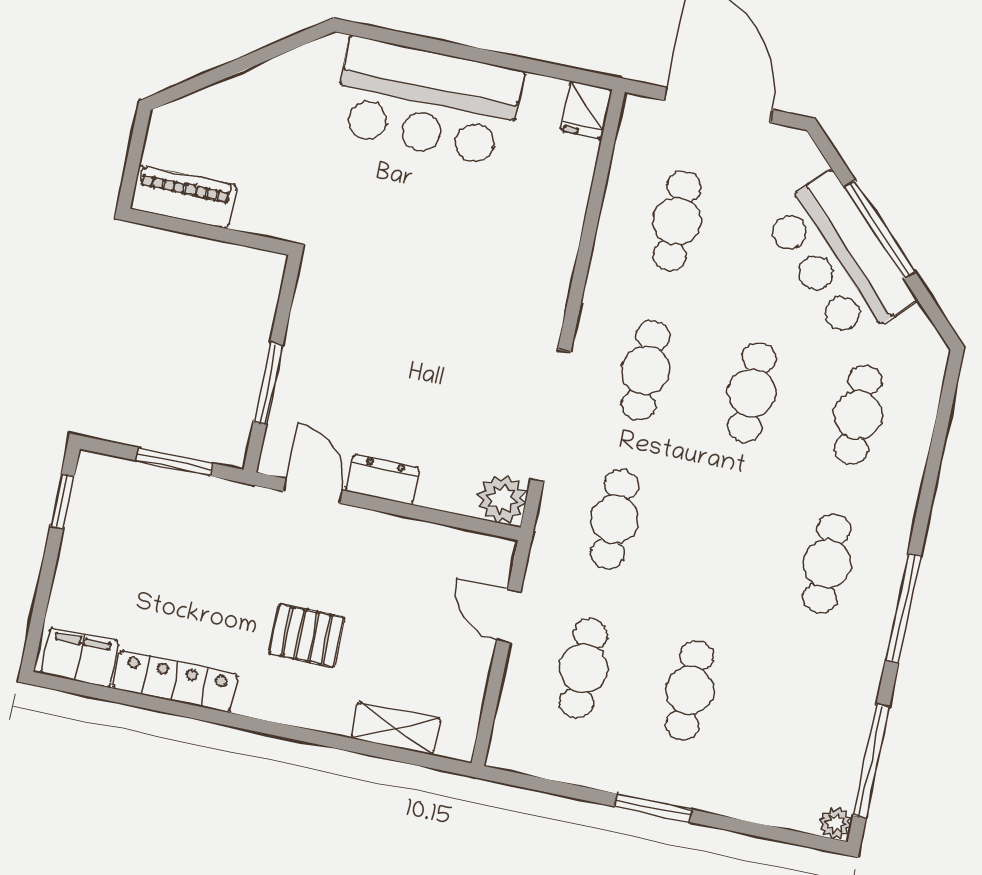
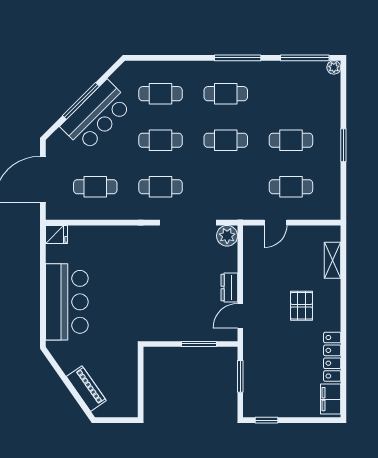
piano: (183, 197) -> (86, 389), moved, turned 145
cafe table: (615, 519) -> (226, 140), moved

